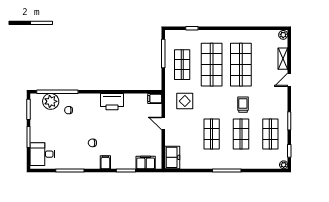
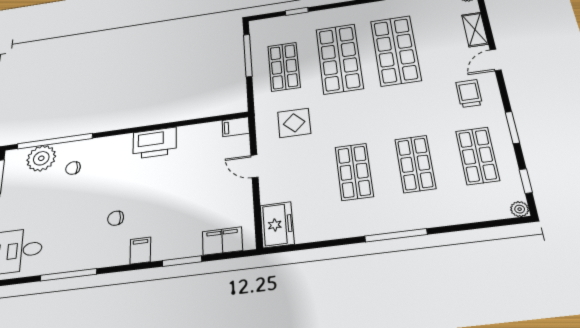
trolley: (243, 105) -> (469, 93), moved

